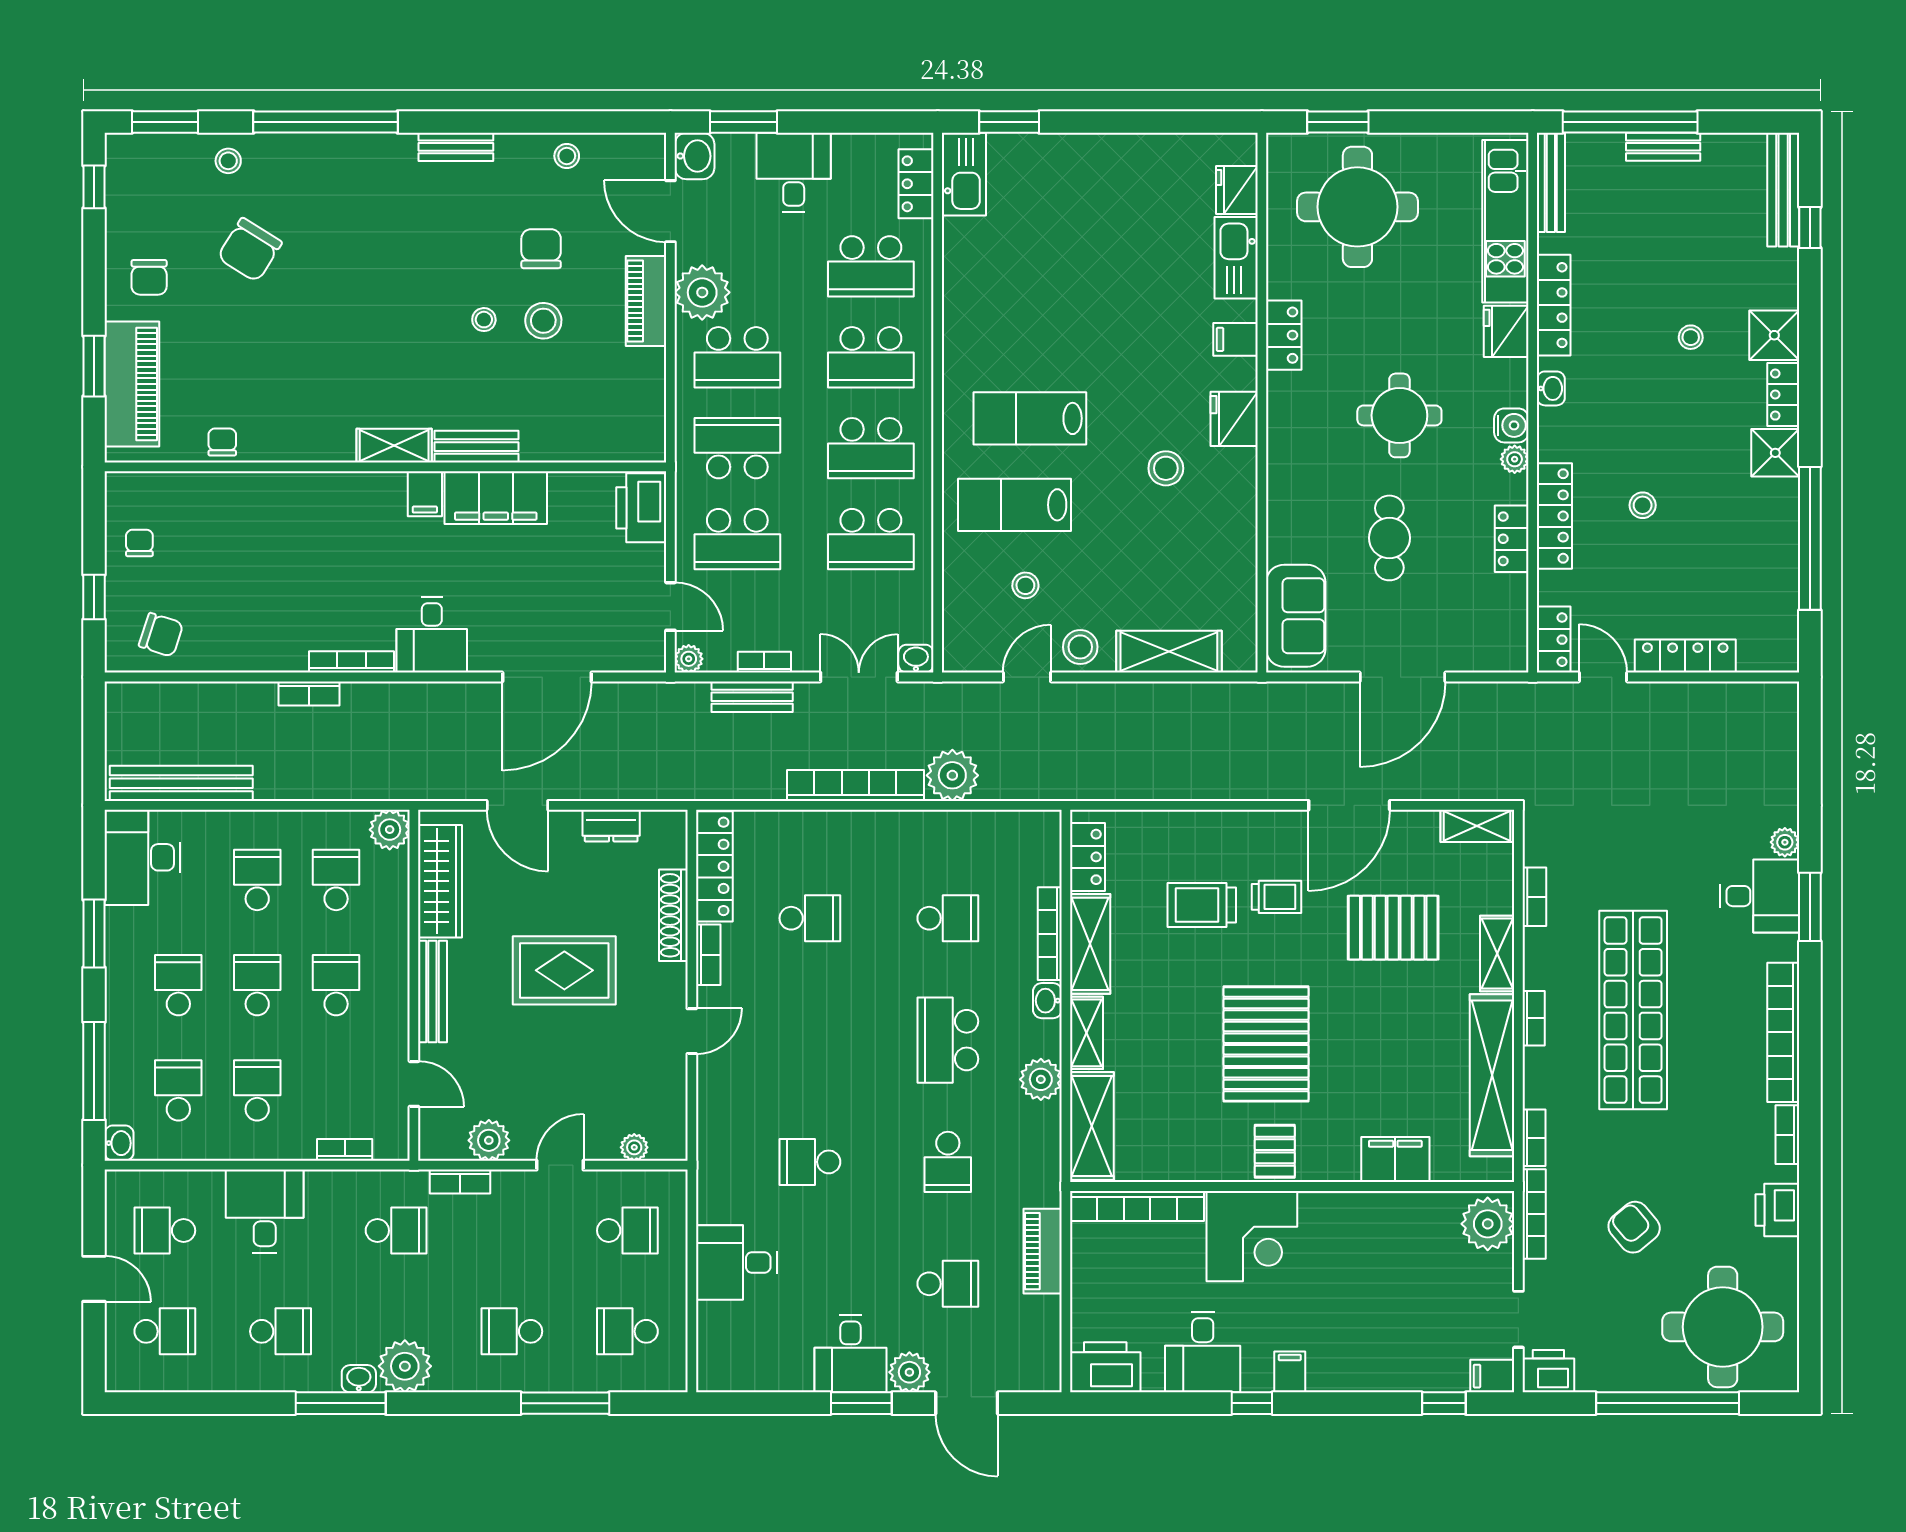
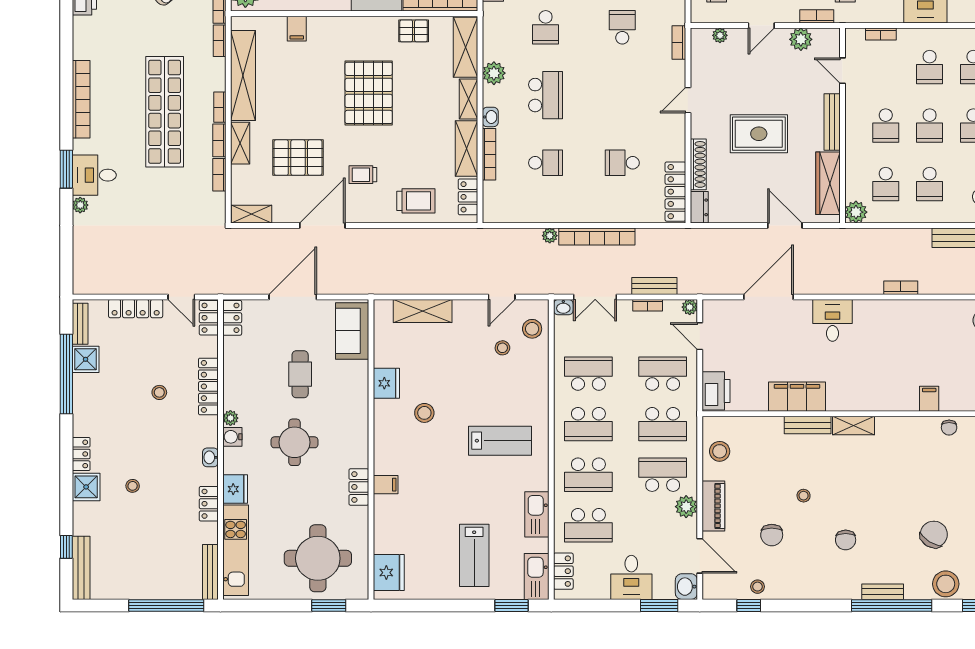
window: (582, 122) -> (749, 606), added
bench: (456, 147) -> (883, 592), moved
bench: (1663, 147) -> (80, 324), moved, turned 90
stool: (228, 161) -> (946, 584), width x1.89, depth x1.89
fridge: (1237, 190) -> (389, 573), width x1.36, depth x1.34
chair: (408, 240) -> (846, 540), added
kitchen sink: (1236, 258) -> (537, 514), moved, turned 180
school desk: (871, 266) -> (588, 525), turned 180
plant: (702, 292) -> (686, 507), width x0.73, depth x0.73
locker: (1554, 305) -> (209, 504), width x0.66
stool: (543, 321) -> (720, 451), moved
school desk: (871, 357) -> (588, 475), turned 180
fridge: (1234, 419) -> (386, 383), moved
school desk: (871, 448) -> (588, 424), turned 180
shower: (1775, 453) -> (86, 359), moved
filing cabinet: (425, 494) -> (929, 399), moved
lab bench: (1014, 505) -> (474, 555), moved, turned 90
locker: (1512, 539) -> (232, 318), moved
stool: (1080, 647) -> (532, 329), moved
bookcase: (351, 662) -> (877, 305), removed
plant: (952, 775) -> (550, 236), width x0.53, depth x0.53
dresser: (611, 826) -> (699, 207), moved, turned 90
trolley: (1202, 905) -> (416, 201), moved
school desk: (948, 918) -> (546, 163), turned 180
bookcase: (708, 955) -> (679, 43), moved
bookcase: (1787, 1135) -> (219, 140), moved, turned 180
pallet: (1275, 1151) -> (414, 31), moved, turned 90
filing cabinet: (1395, 1160) -> (297, 29), width x0.50
school desk: (810, 1162) -> (622, 27), turned -90
school desk: (948, 1162) -> (546, 27), turned 180

